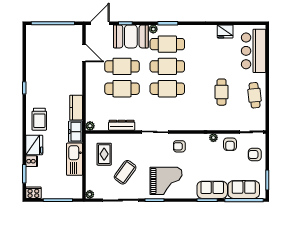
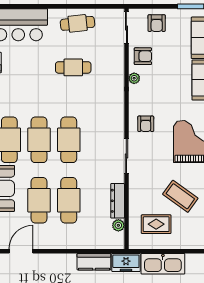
plant: (90, 126) -> (118, 225), moved

